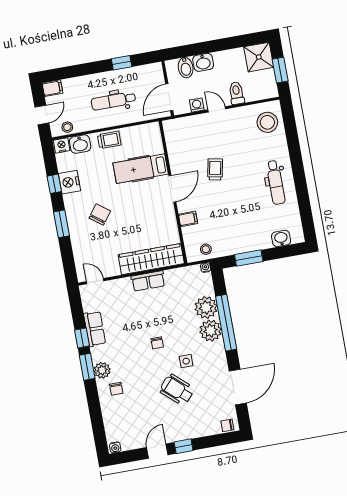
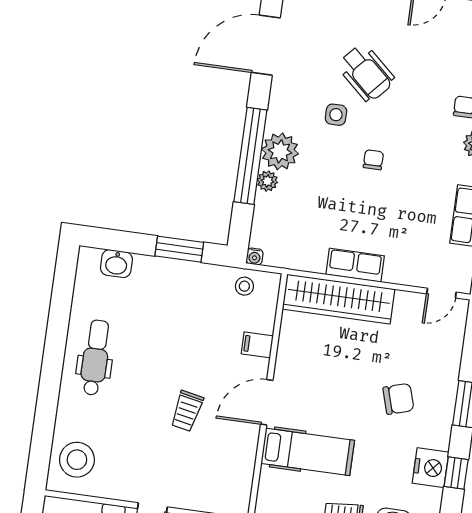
chair: (100, 215) -> (398, 399), turned -144
door: (95, 281) -> (441, 293), hinge flipped
plant: (206, 307) -> (267, 181), width x0.53, depth x0.53

